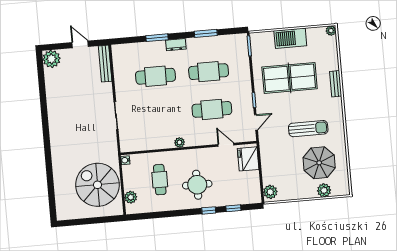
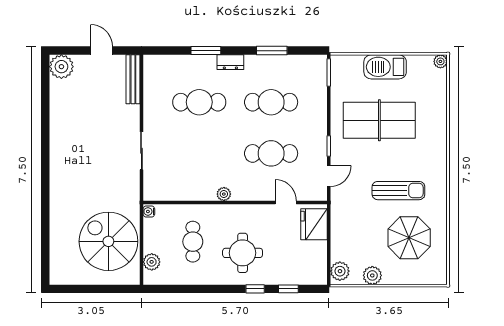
bench: (336, 84) -> (441, 133), removed
plant: (324, 190) -> (372, 275), moved

